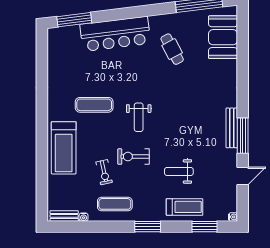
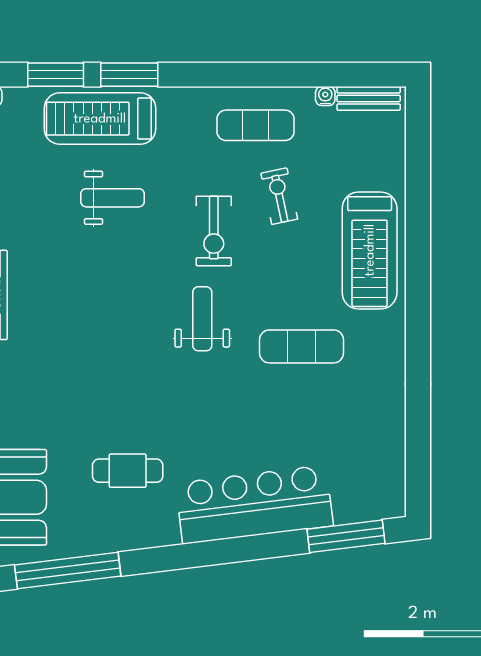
cafe table: (172, 49) -> (128, 471), turned -62
treadmill: (64, 148) -> (370, 250), turned 180
exercise bike: (134, 157) -> (214, 231), turned 90
treadmill: (185, 207) -> (100, 119), width x1.37, depth x1.38
window: (148, 227) -> (129, 75), moved

